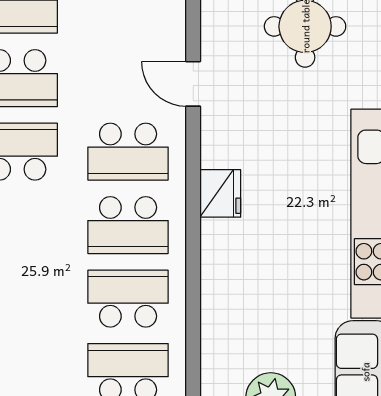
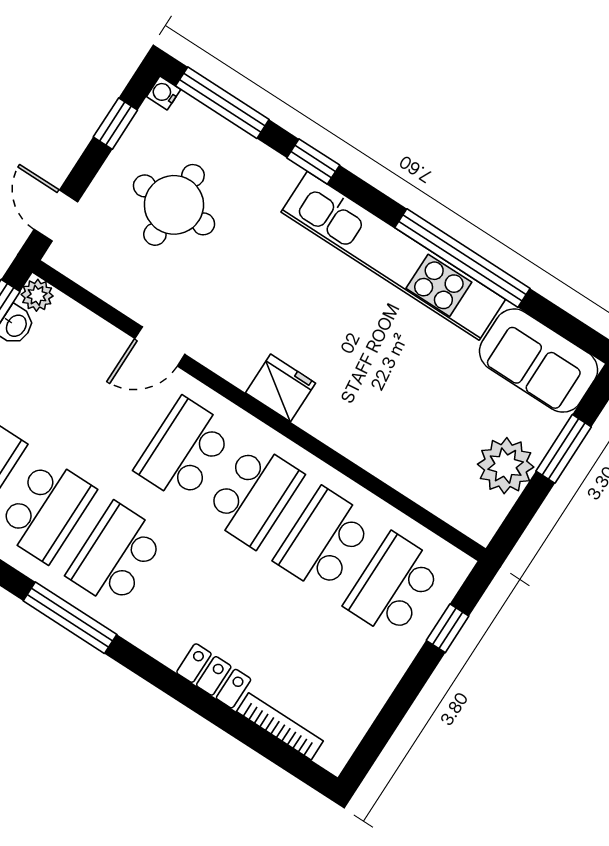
school desk: (128, 152) -> (184, 450), turned 180

